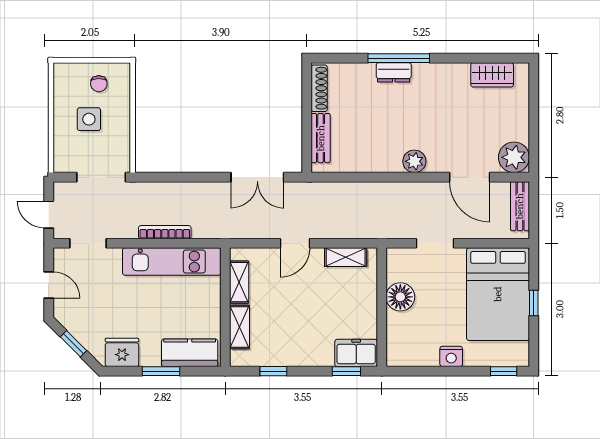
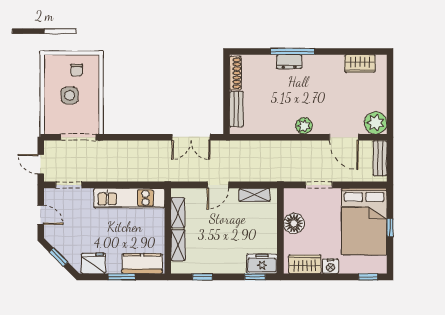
bookcase: (165, 232) -> (124, 177), removed
wardrobe: (416, 354) -> (305, 264), added

